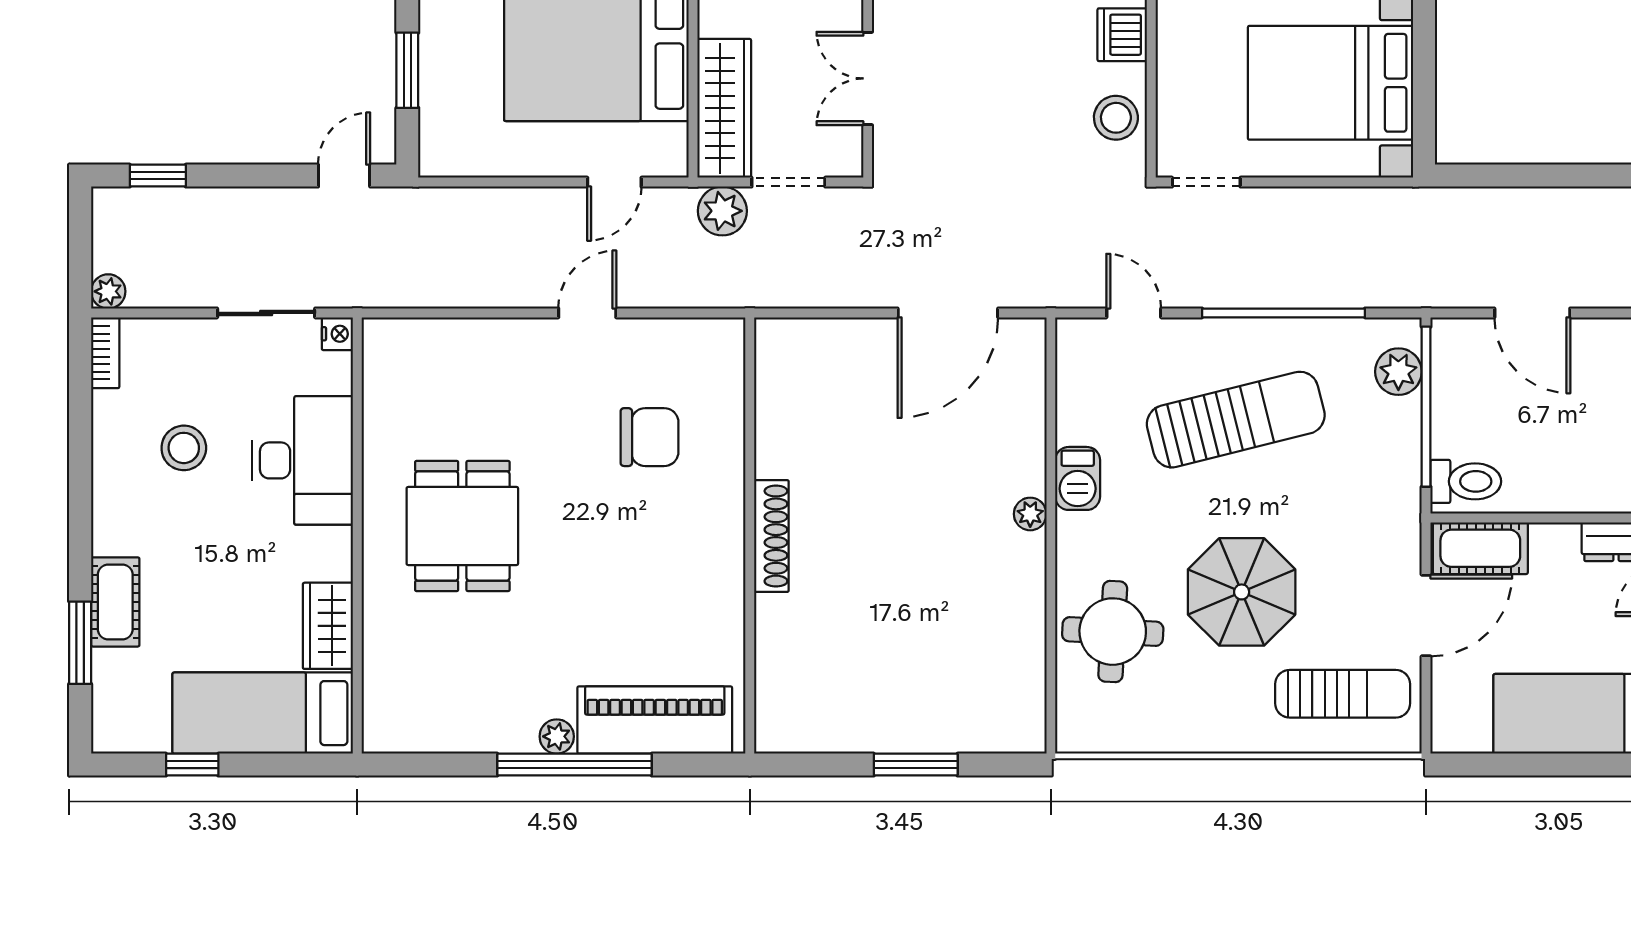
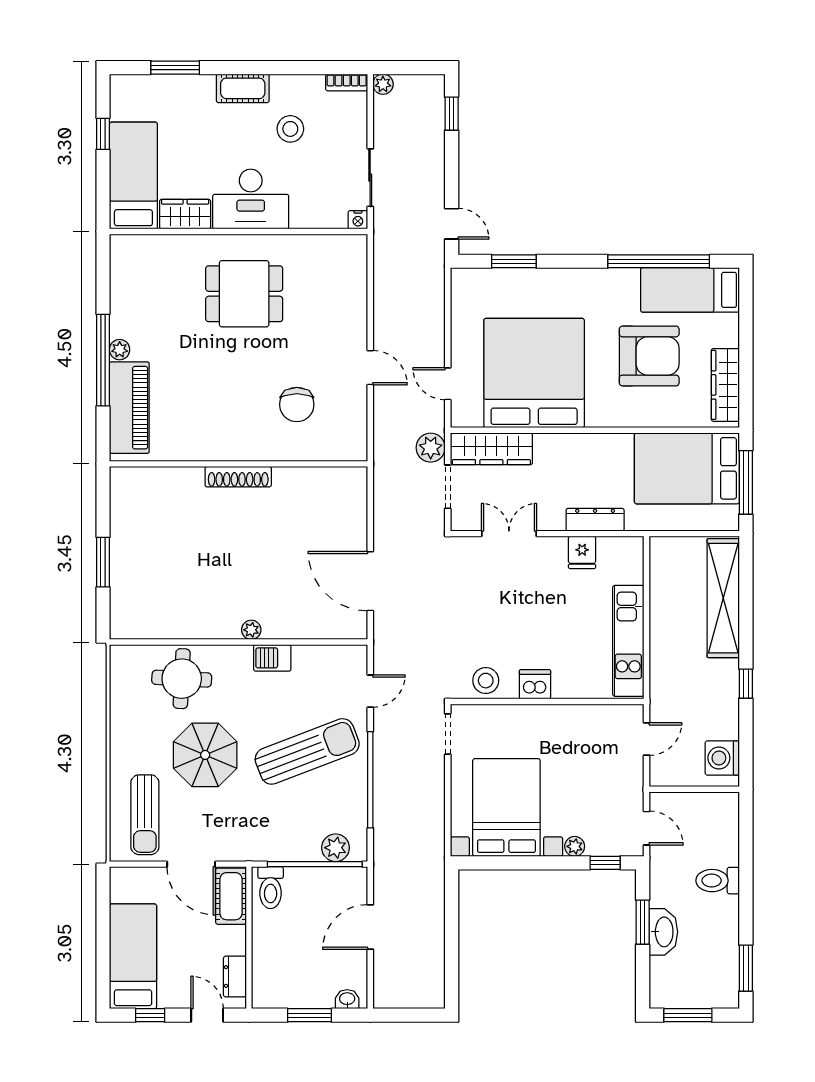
sun lounger: (1236, 420) -> (307, 751), turned -97
desk: (302, 460) -> (251, 199), moved
cot: (115, 602) -> (243, 88), moved

